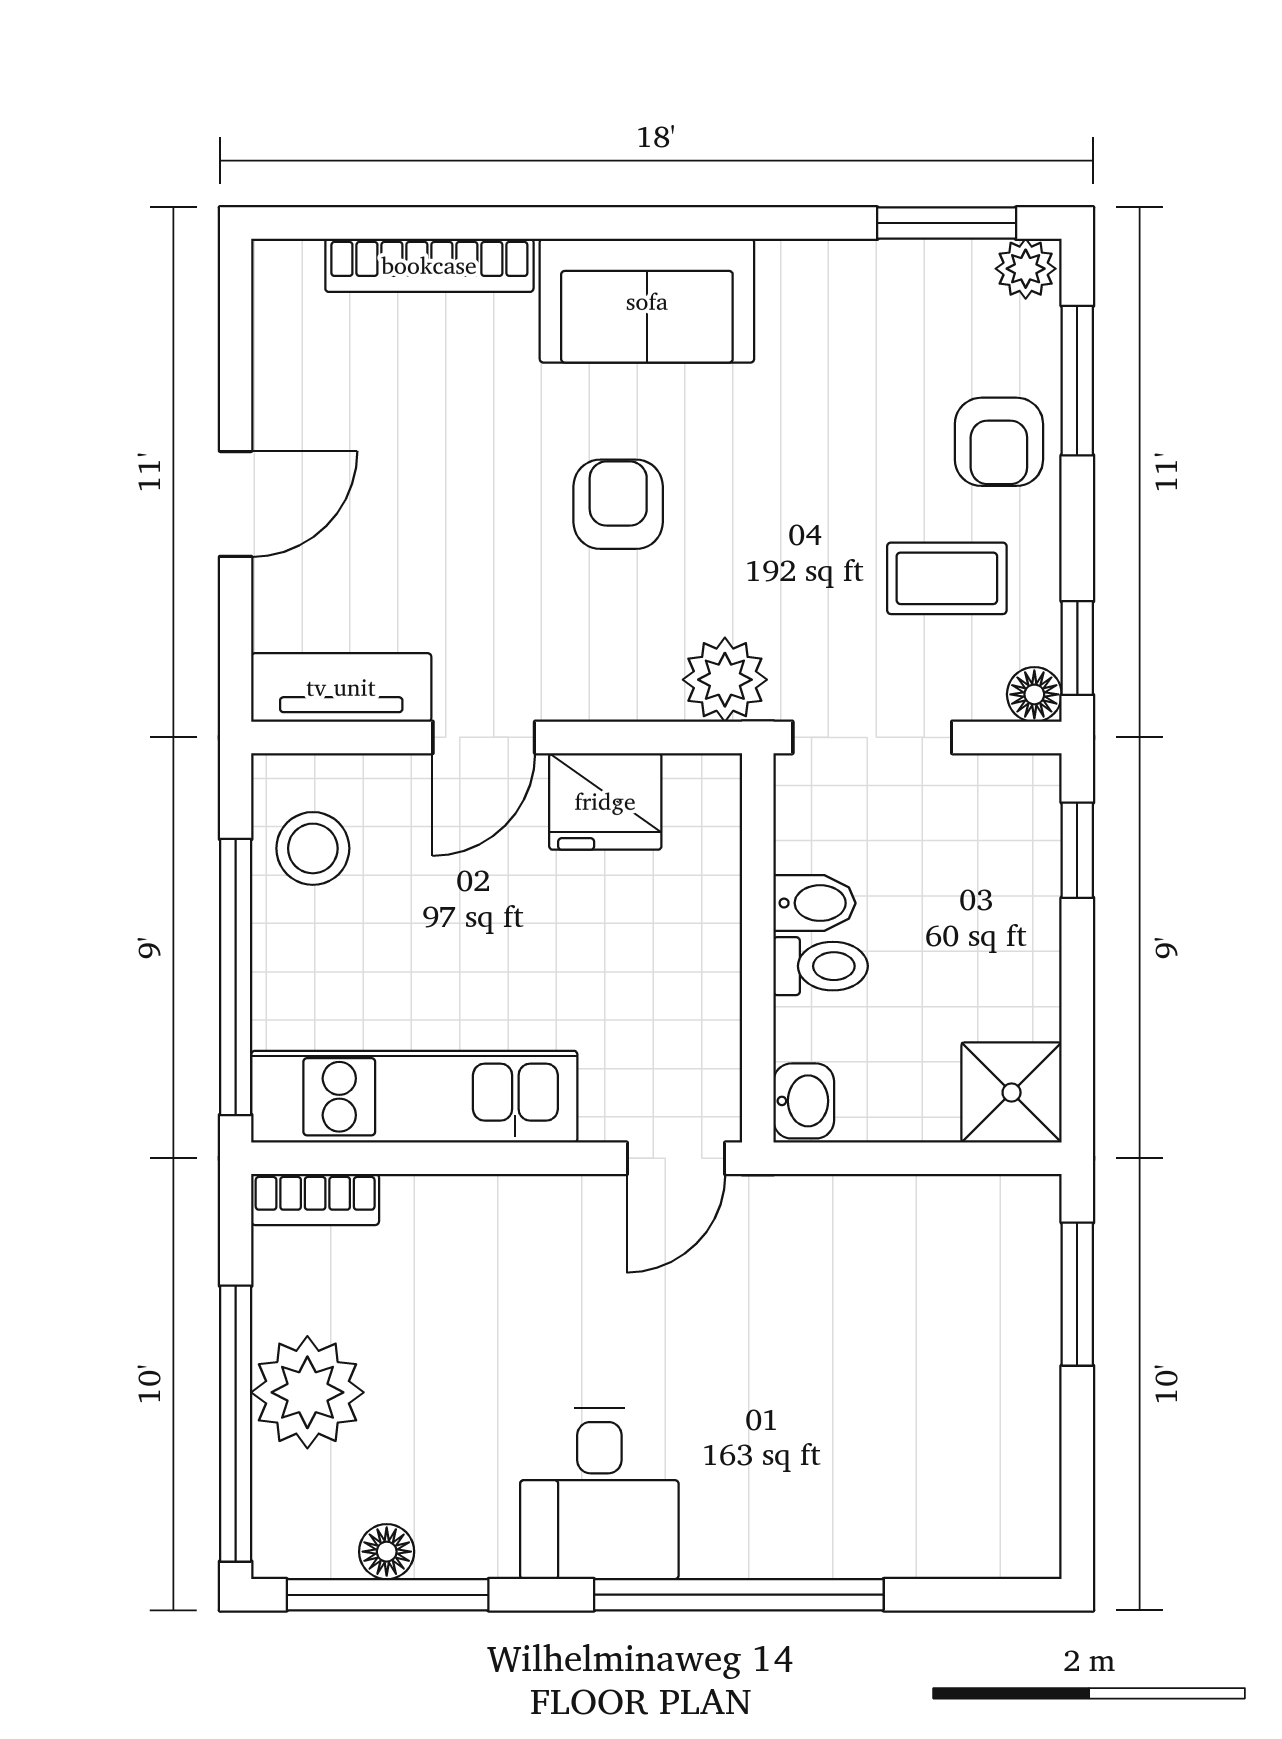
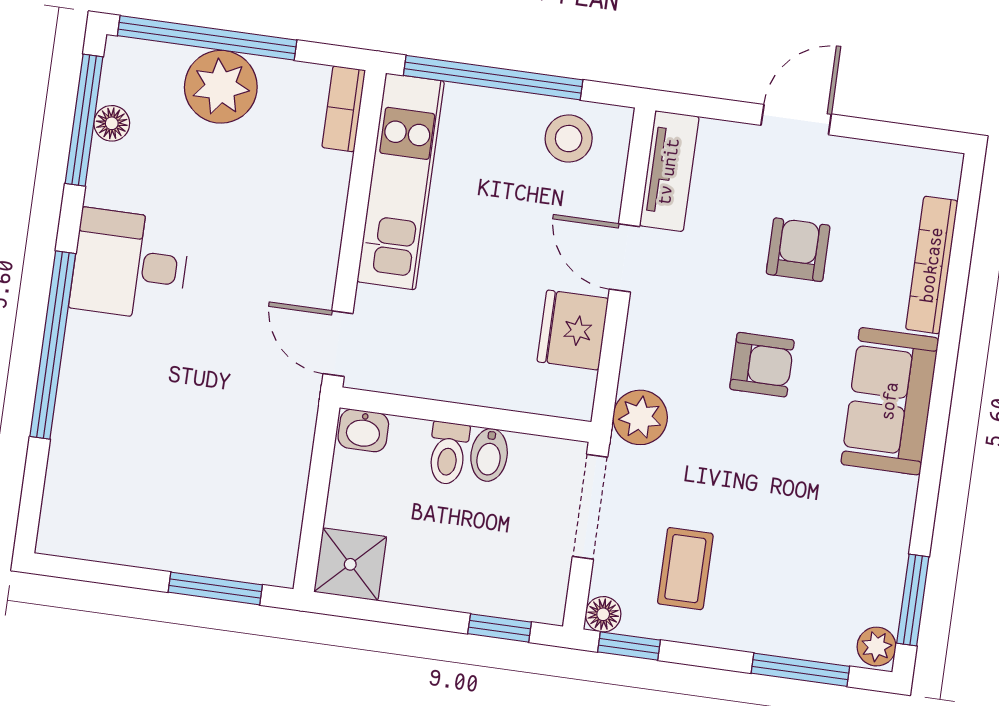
armchair: (999, 442) -> (798, 250), moved, turned 90
door: (236, 504) -> (796, 120), swing flipped

